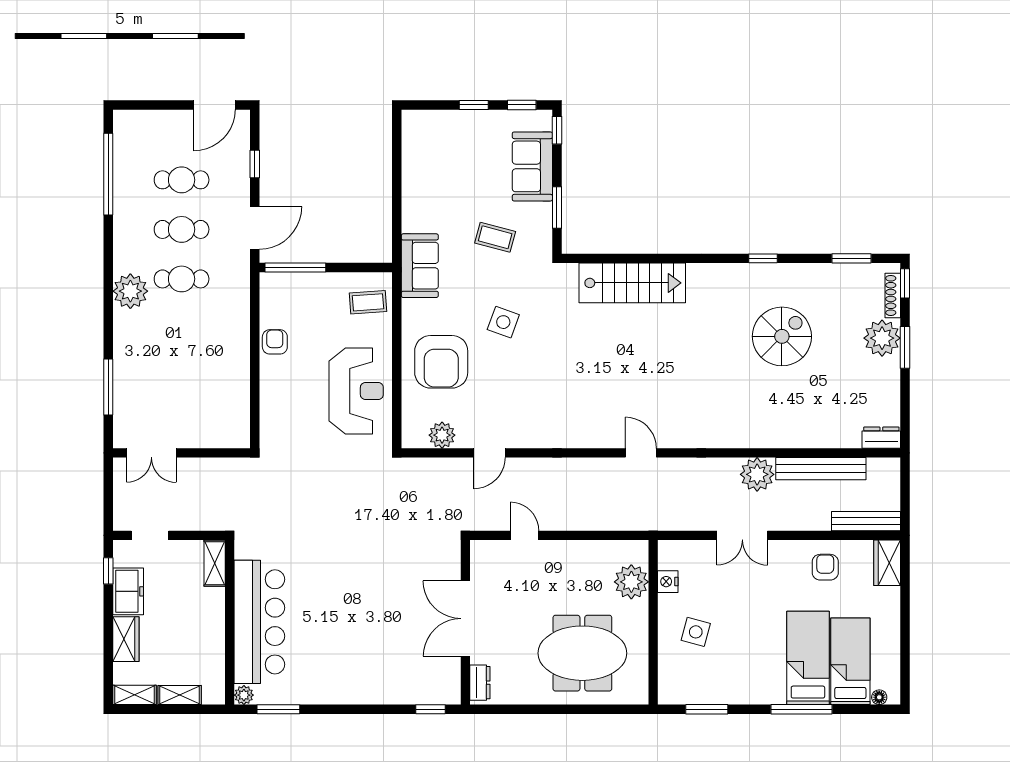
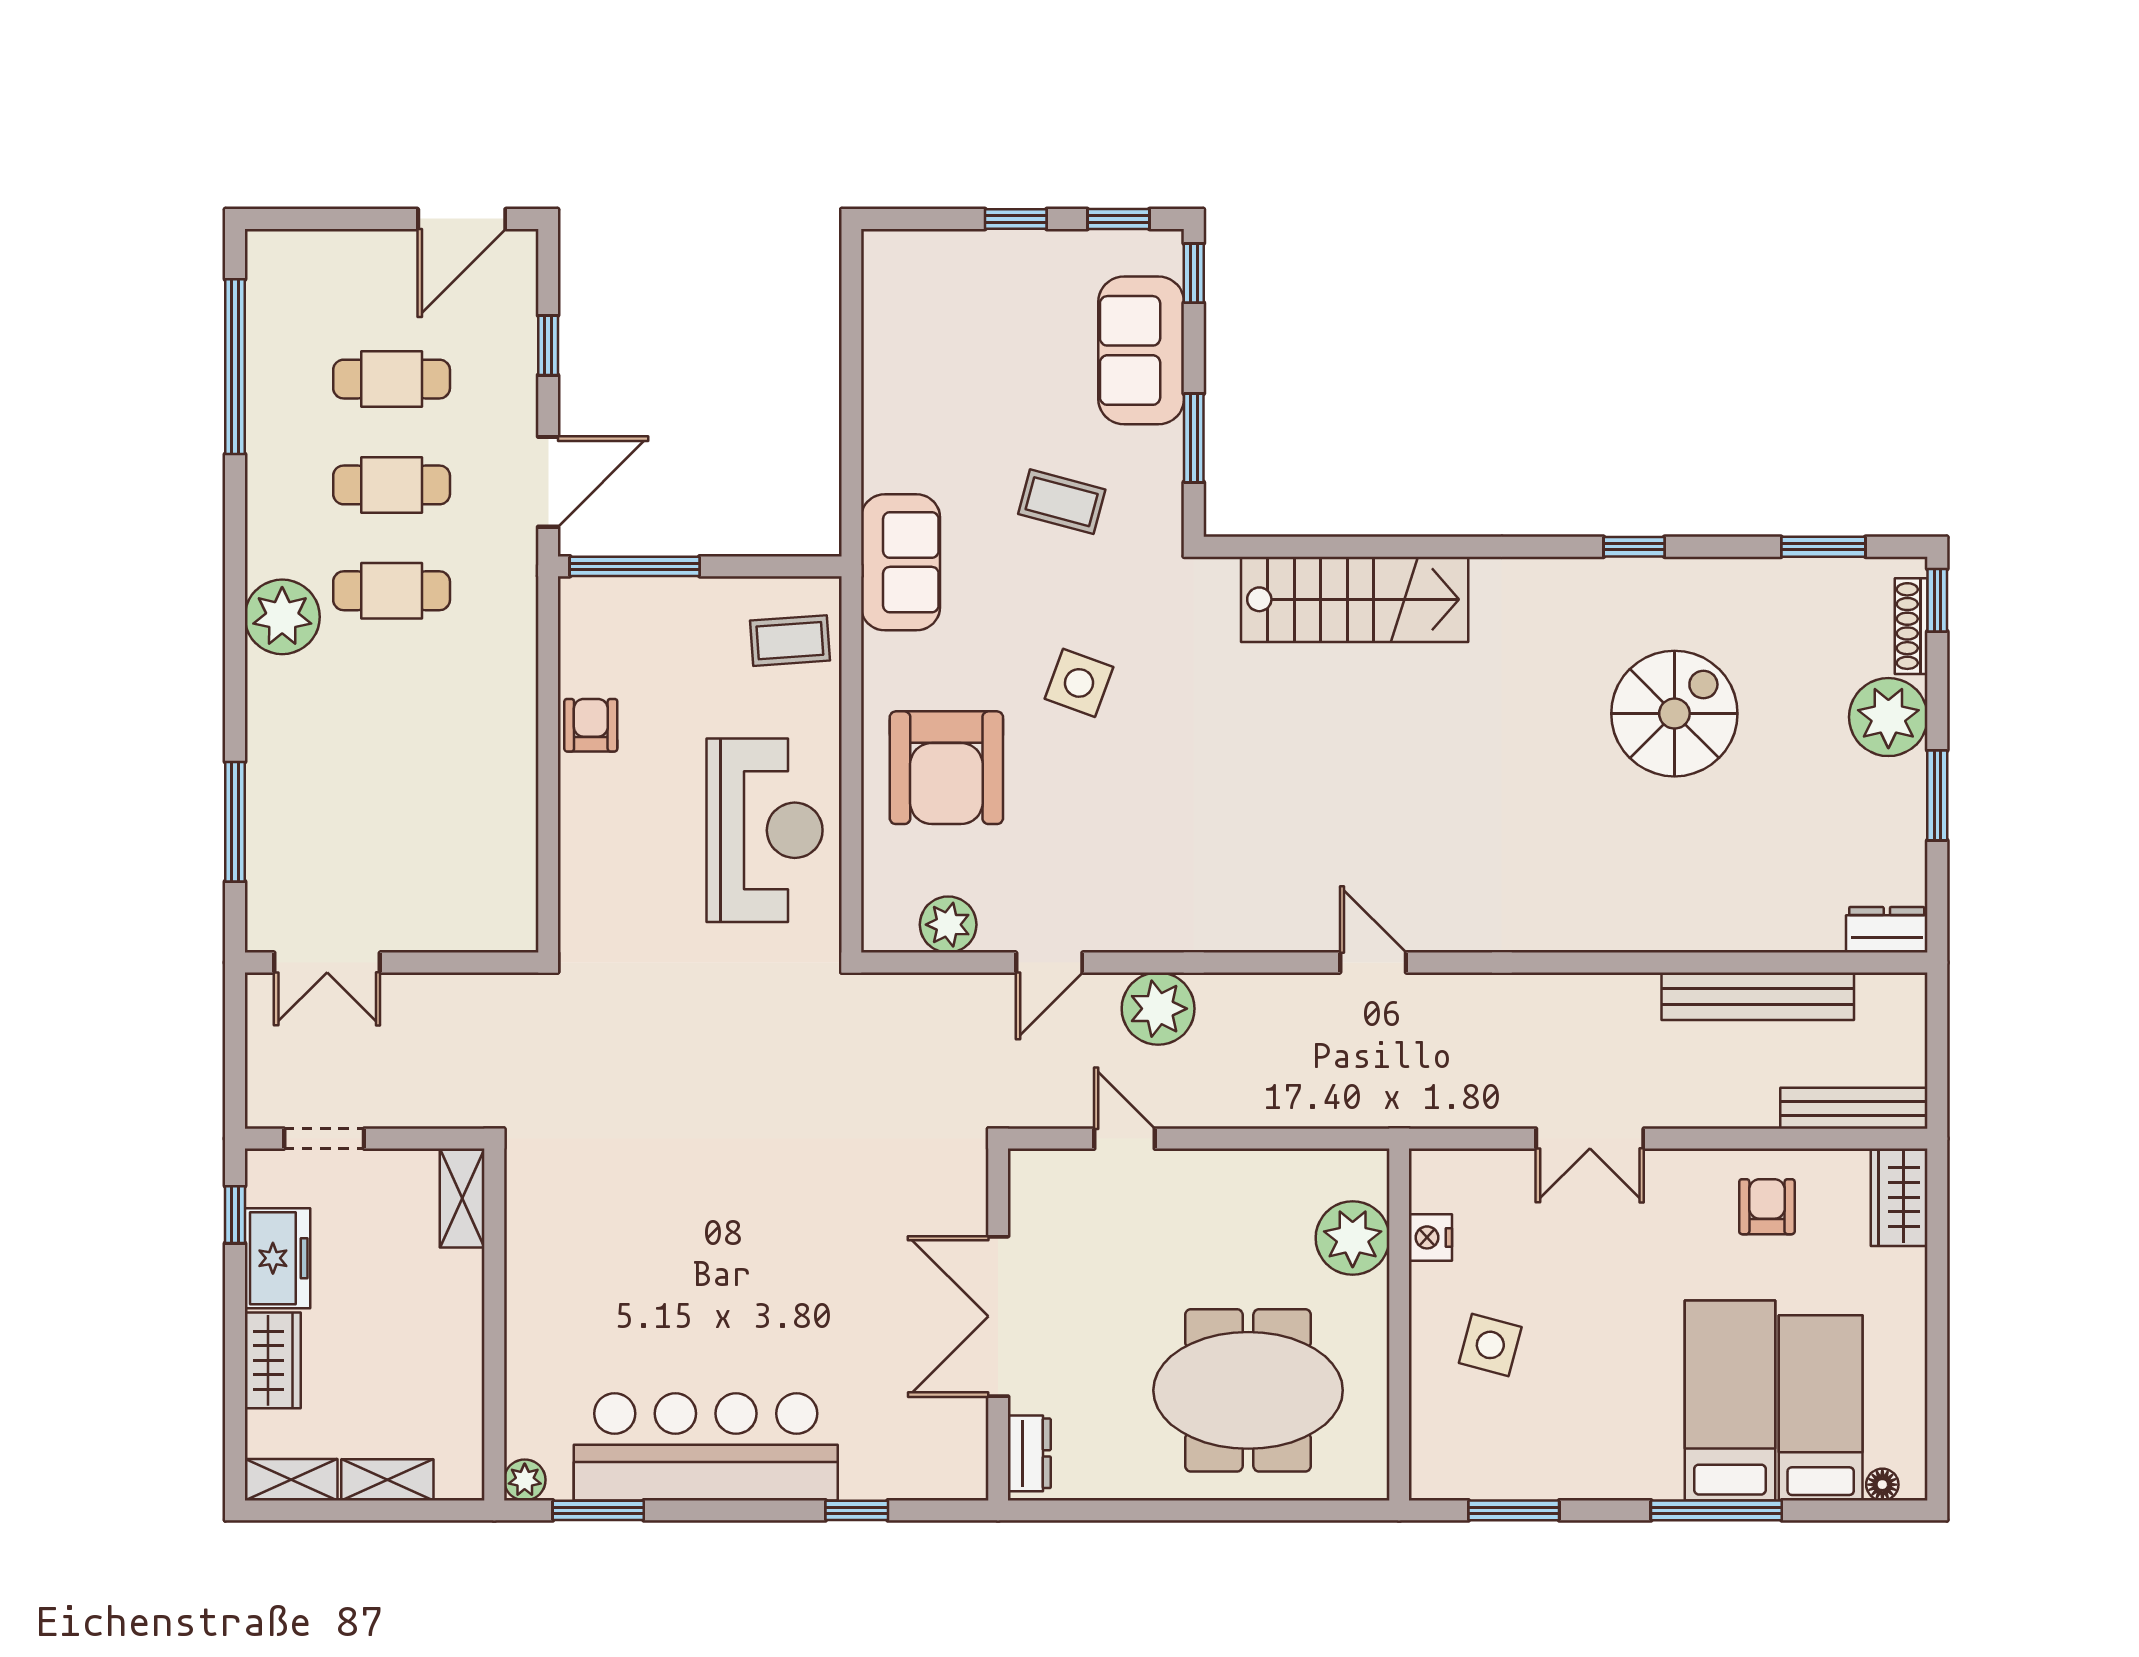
window: (905, 347) -> (1937, 795), moved
plant: (757, 474) -> (1158, 1009), moved
bar counter: (259, 622) -> (706, 1447), moved, turned -90
window: (430, 709) -> (857, 1510), moved

